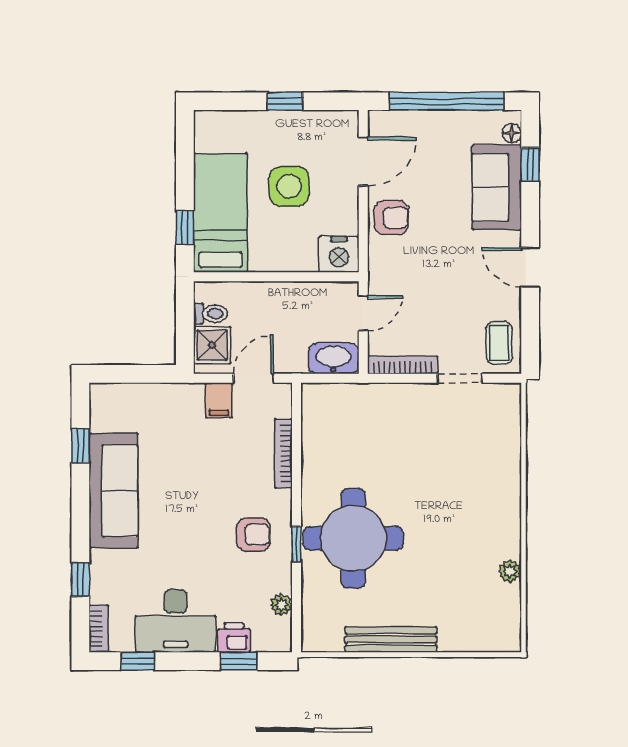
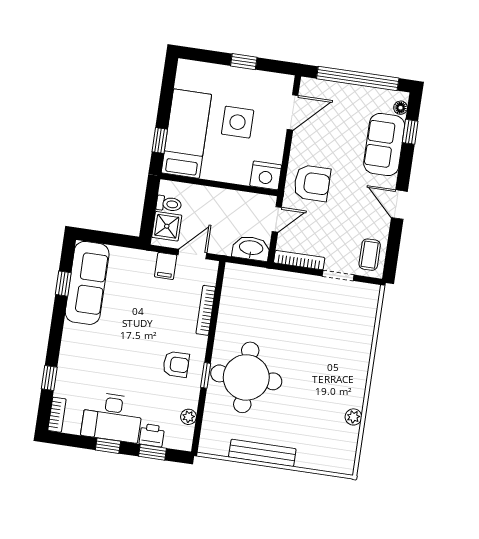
armchair: (391, 218) -> (312, 183), moved, width x1.38, depth x1.38
sofa: (113, 491) -> (87, 283), moved
window: (138, 661) -> (108, 446), moved

